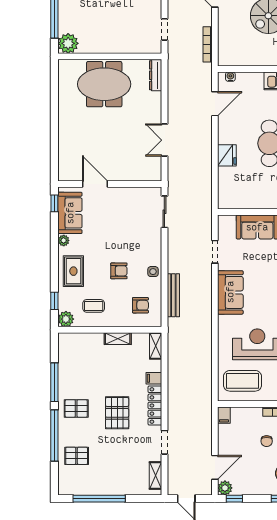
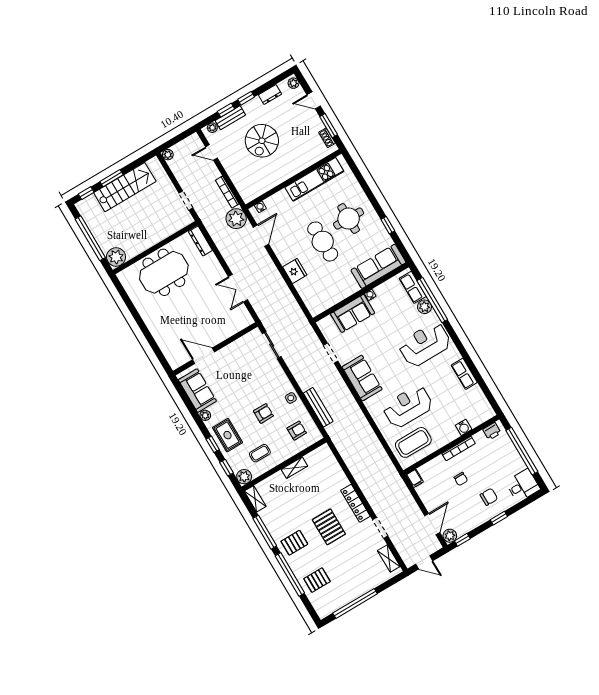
plant: (201, 74) -> (236, 219), added
window: (54, 203) -> (213, 444), moved
shelving: (156, 346) -> (255, 499), moved
filing cabinet: (154, 378) -> (342, 482), removed

